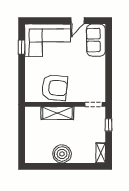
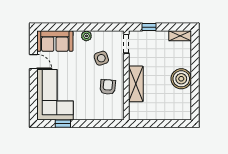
plant: (101, 69) -> (86, 36), added
side table: (80, 82) -> (101, 58), added
armchair: (55, 88) -> (108, 87), width x0.53, depth x0.53

